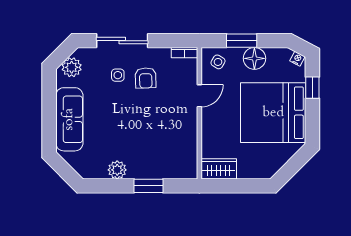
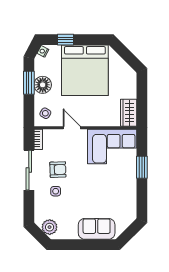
sliding door: (122, 41) -> (29, 170), moved
window: (242, 41) -> (29, 83), moved
sofa: (69, 119) -> (97, 229), width x0.73
corner sofa: (175, 148) -> (112, 146), added
plant: (117, 170) -> (129, 192), removed

